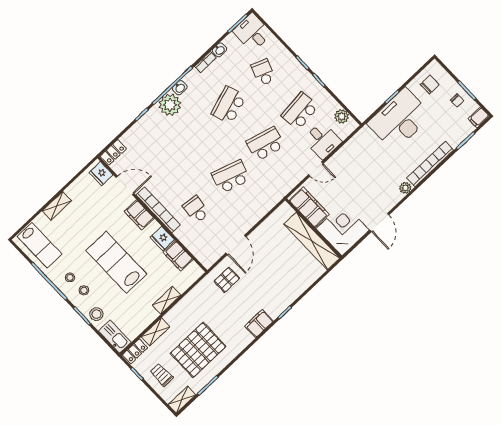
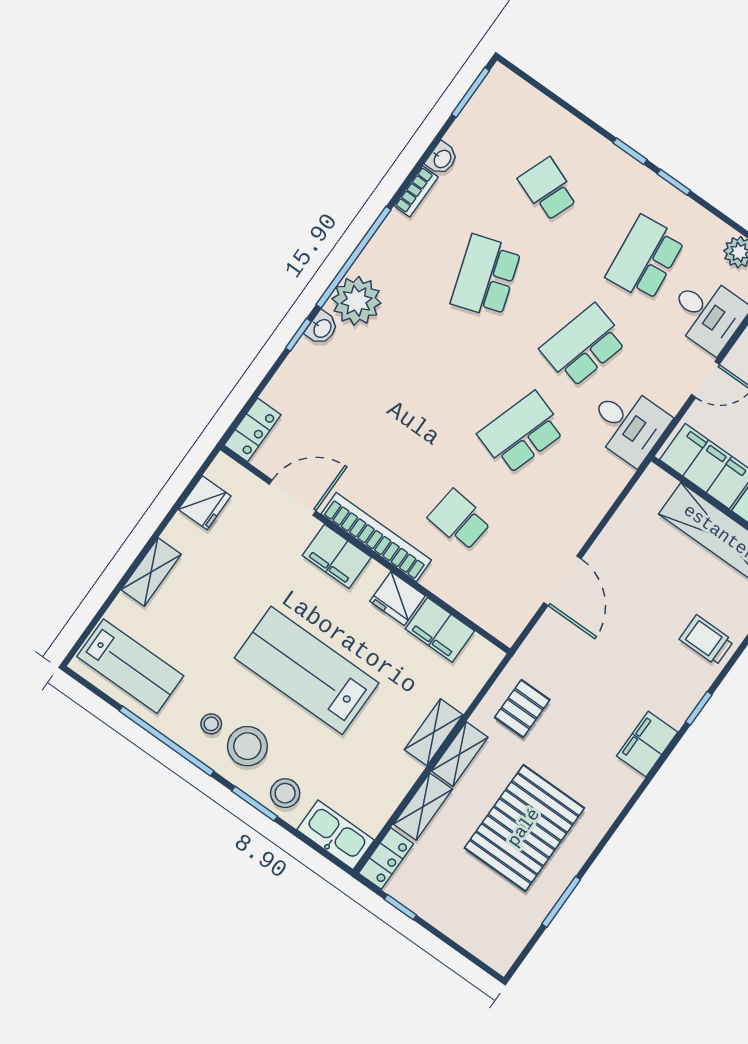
desk: (252, 32) -> (628, 424), moved, turned 180
washbasin: (180, 88) -> (322, 328), moved
fridge: (101, 174) -> (205, 503), moved, turned -90
pallet: (227, 280) -> (522, 709), moved
stool: (84, 290) -> (247, 746), width x1.89, depth x1.89
trolley: (162, 375) -> (706, 640), moved
shelving: (182, 400) -> (460, 754), moved

